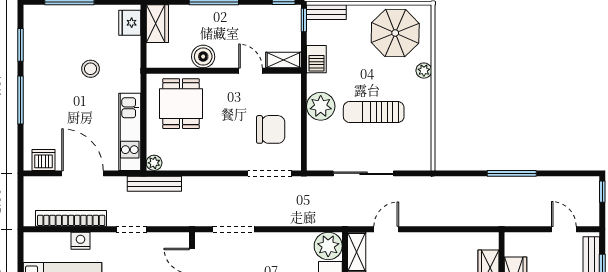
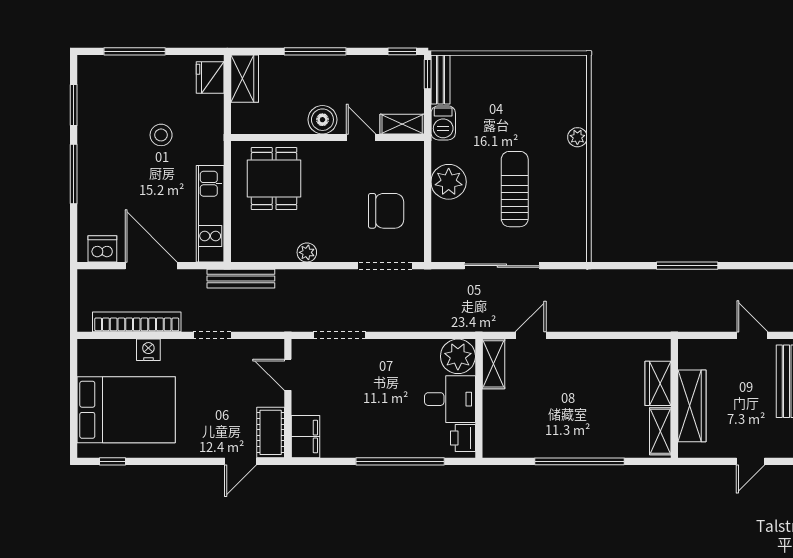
bench: (326, 12) -> (440, 79), moved, turned 90
parasol: (395, 33) -> (542, 90), removed
boiler: (203, 57) -> (322, 120), moved
sun lounger: (374, 112) -> (515, 189), turned 90
plant: (154, 163) -> (307, 252), moved

